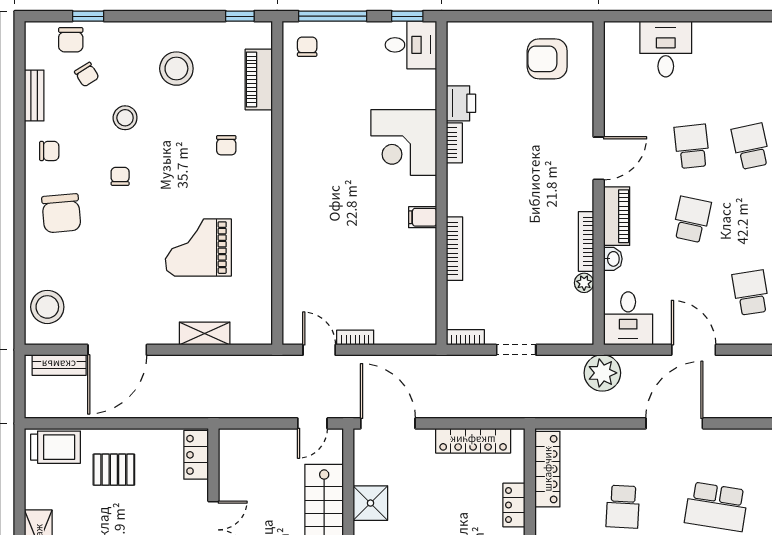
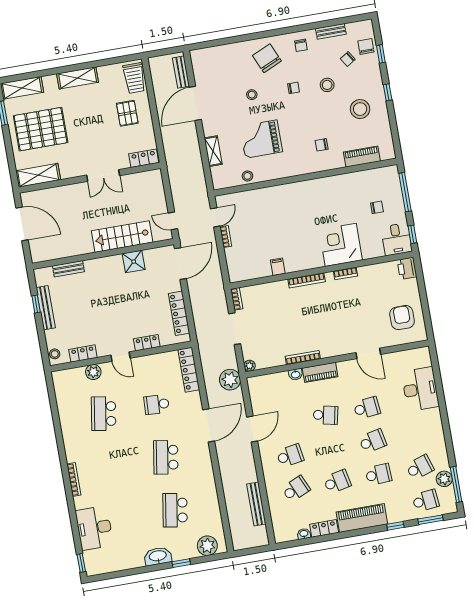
window: (240, 16) -> (388, 92), moved
chair: (71, 40) -> (366, 46), turned 90
chair: (307, 47) -> (377, 207), moved
desk: (666, 49) -> (420, 389), width x1.37
printer: (461, 103) -> (407, 268), moved, turned 90
door: (599, 158) -> (368, 353), moved
chair: (61, 213) -> (267, 58), turned 71
filing cabinet: (423, 217) -> (278, 267), moved
grand piano: (198, 248) -> (261, 139), turned -90
bookcase: (455, 249) -> (307, 280), moved
stool: (258, 282) -> (247, 176), added
plant: (584, 283) -> (250, 366), moved
stool: (47, 307) -> (252, 95), moved, width x0.53, depth x0.53
desk: (628, 318) -> (263, 389), removed
door: (117, 350) -> (195, 103), hinge flipped
doorway: (516, 350) -> (235, 329), width x1.38
door: (674, 423) -> (209, 425), hinge flipped
locker: (547, 469) -> (189, 370), moved, turned 90

